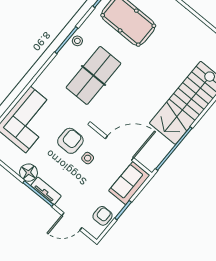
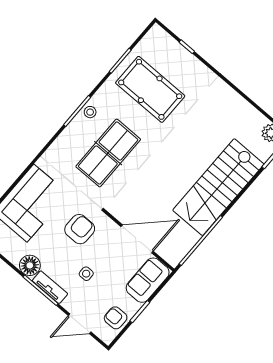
side table: (88, 158) -> (86, 274), moved
armchair: (102, 216) -> (116, 318), turned -90

